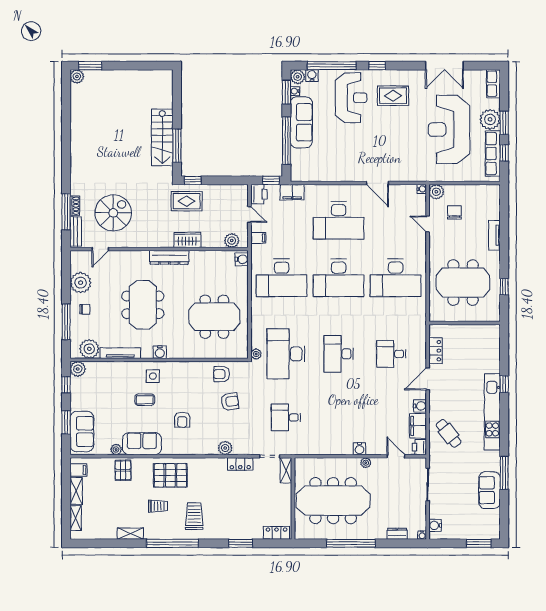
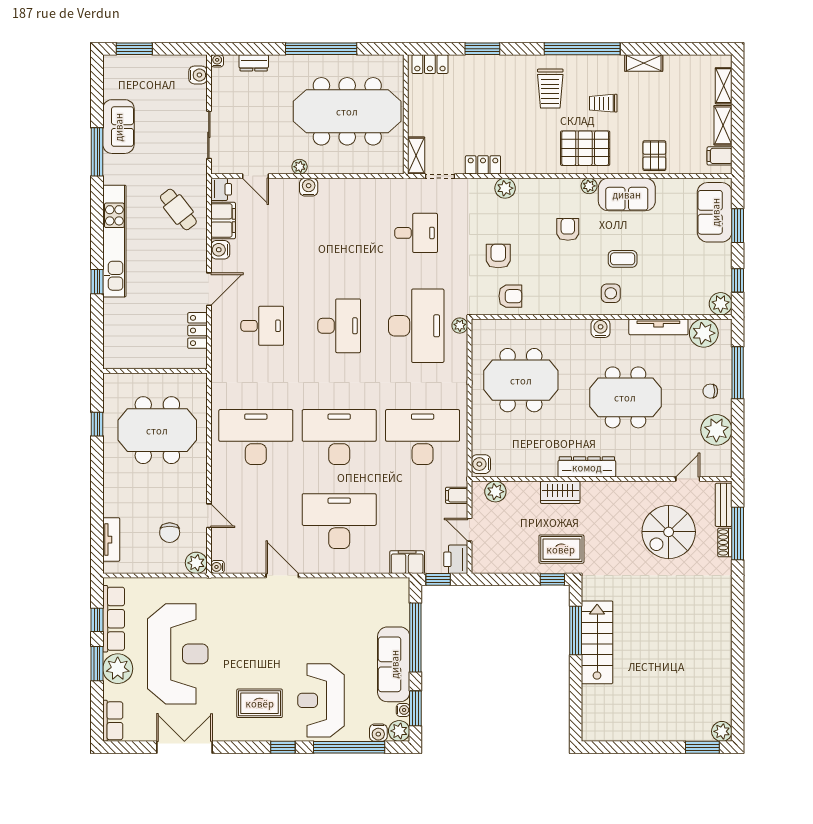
tv unit: (495, 235) -> (111, 540), moved
meeting table: (143, 305) -> (625, 397), turned 90
armchair: (230, 402) -> (498, 256), turned 98
plant: (116, 450) -> (589, 186), moved

